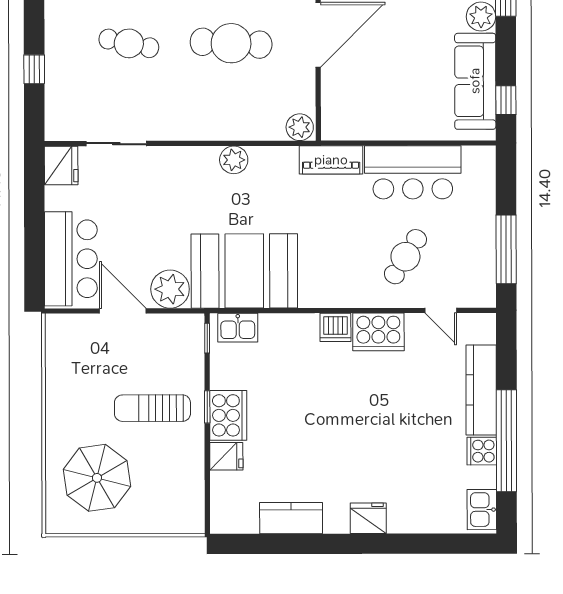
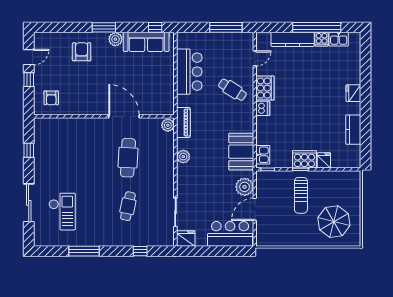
piano: (331, 160) -> (183, 123), moved
cafe table: (405, 257) -> (232, 90), moved
booth: (244, 271) -> (241, 152), width x0.73, depth x0.70
kitchen sink: (482, 510) -> (339, 39), moved

